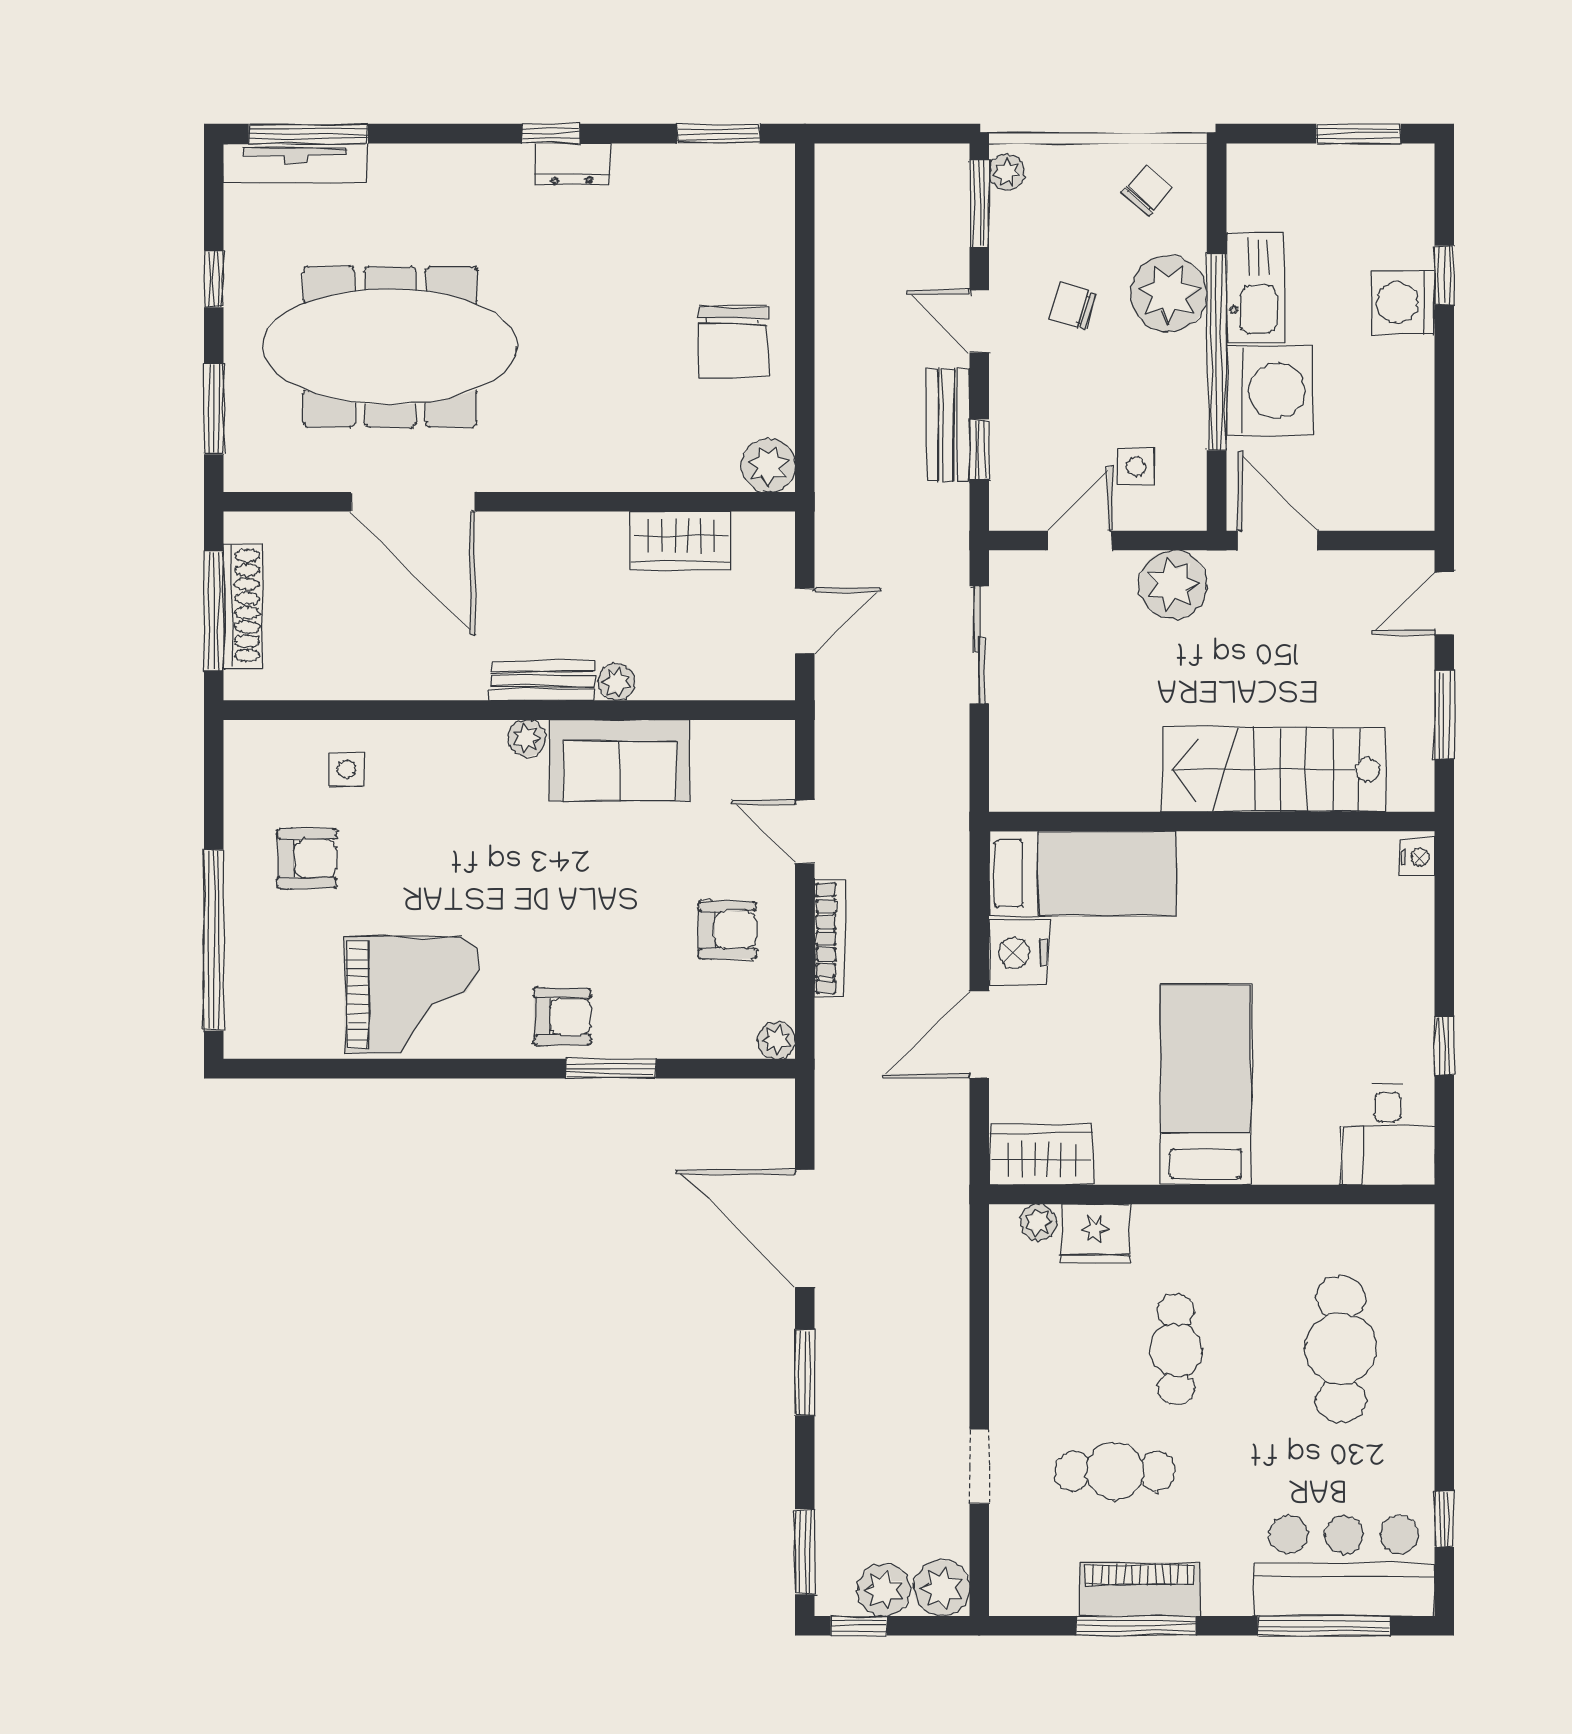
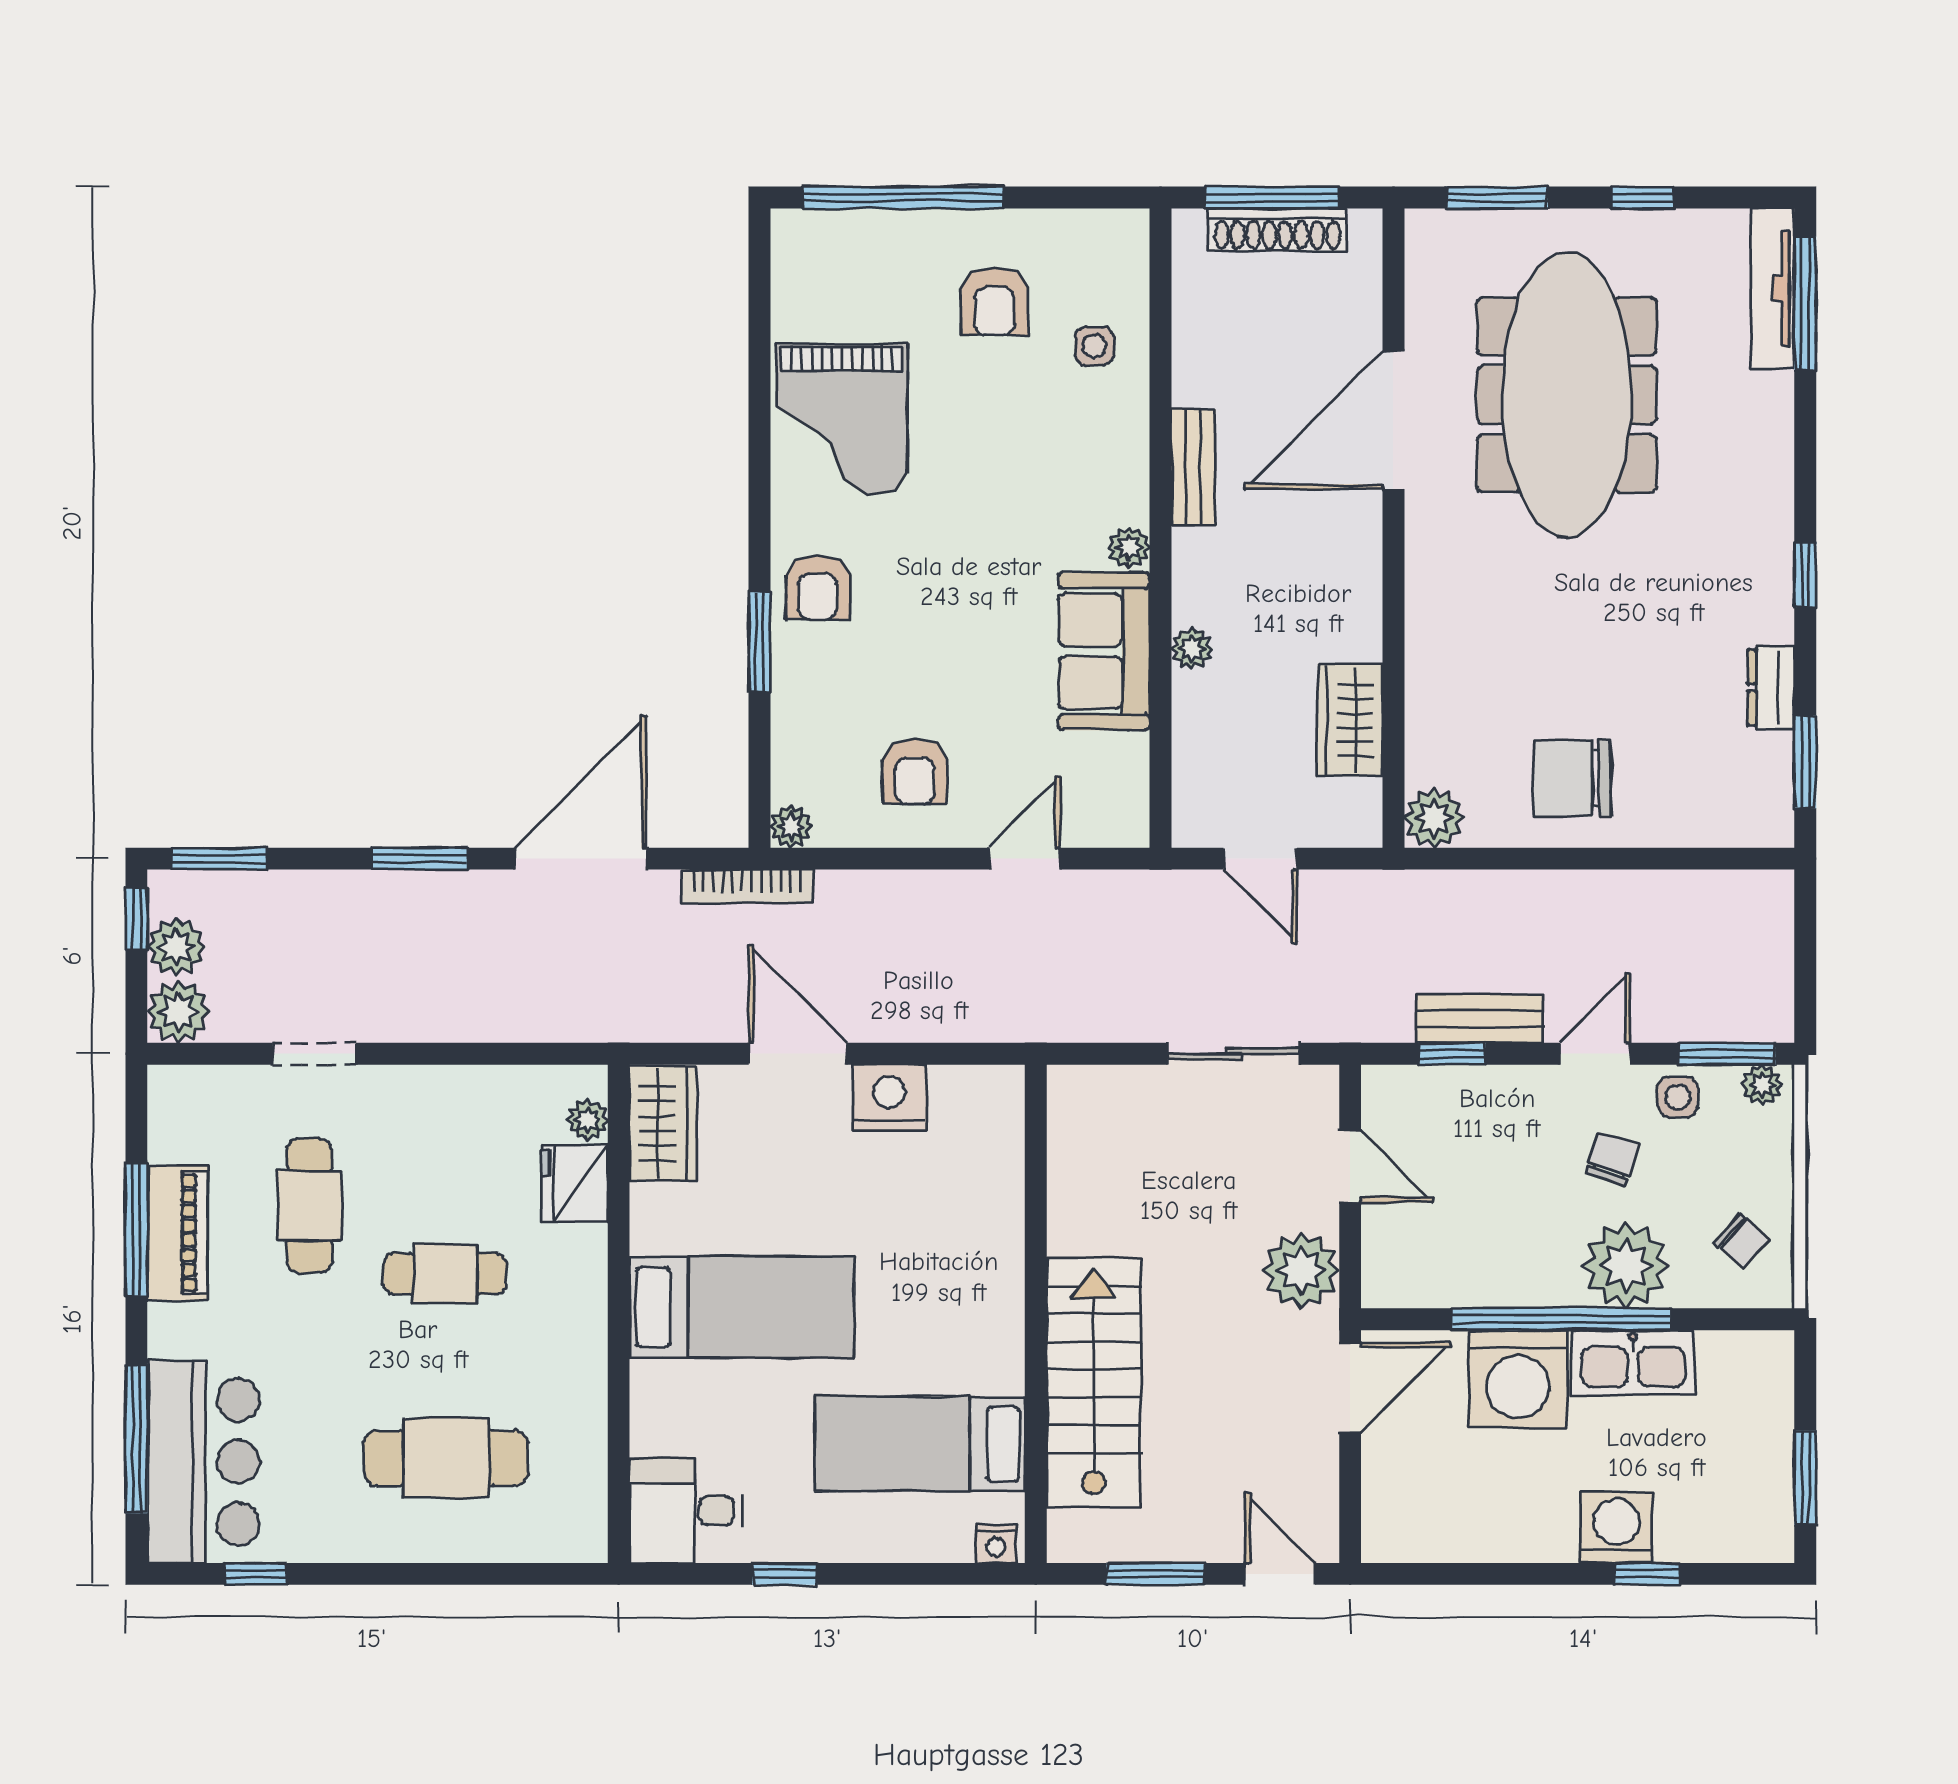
dresser: (572, 164) -> (1771, 687), moved
side table: (1136, 467) -> (1678, 1097), moved
bench: (543, 681) -> (1193, 467), moved
bed: (1083, 873) -> (920, 1444), moved, turned 90
bookcase: (830, 938) -> (747, 886), moved

